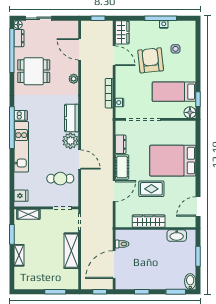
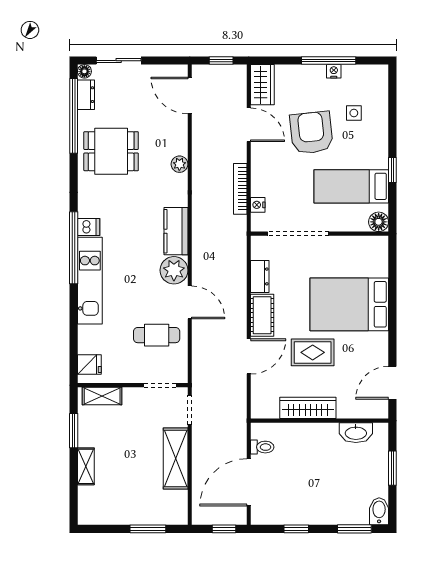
door: (80, 49) -> (190, 95), moved
window: (198, 99) -> (392, 170), moved

